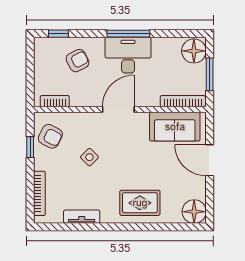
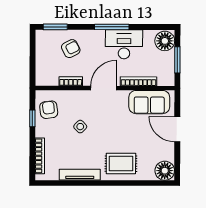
window: (58, 34) -> (55, 27), width x1.50
desk: (128, 55) -> (124, 44), moved
bookcase: (55, 101) -> (71, 81), moved
bookcase: (183, 101) -> (138, 81), moved
armchair: (50, 136) -> (49, 110), turned -124
tv unit: (82, 217) -> (80, 175), width x1.41

